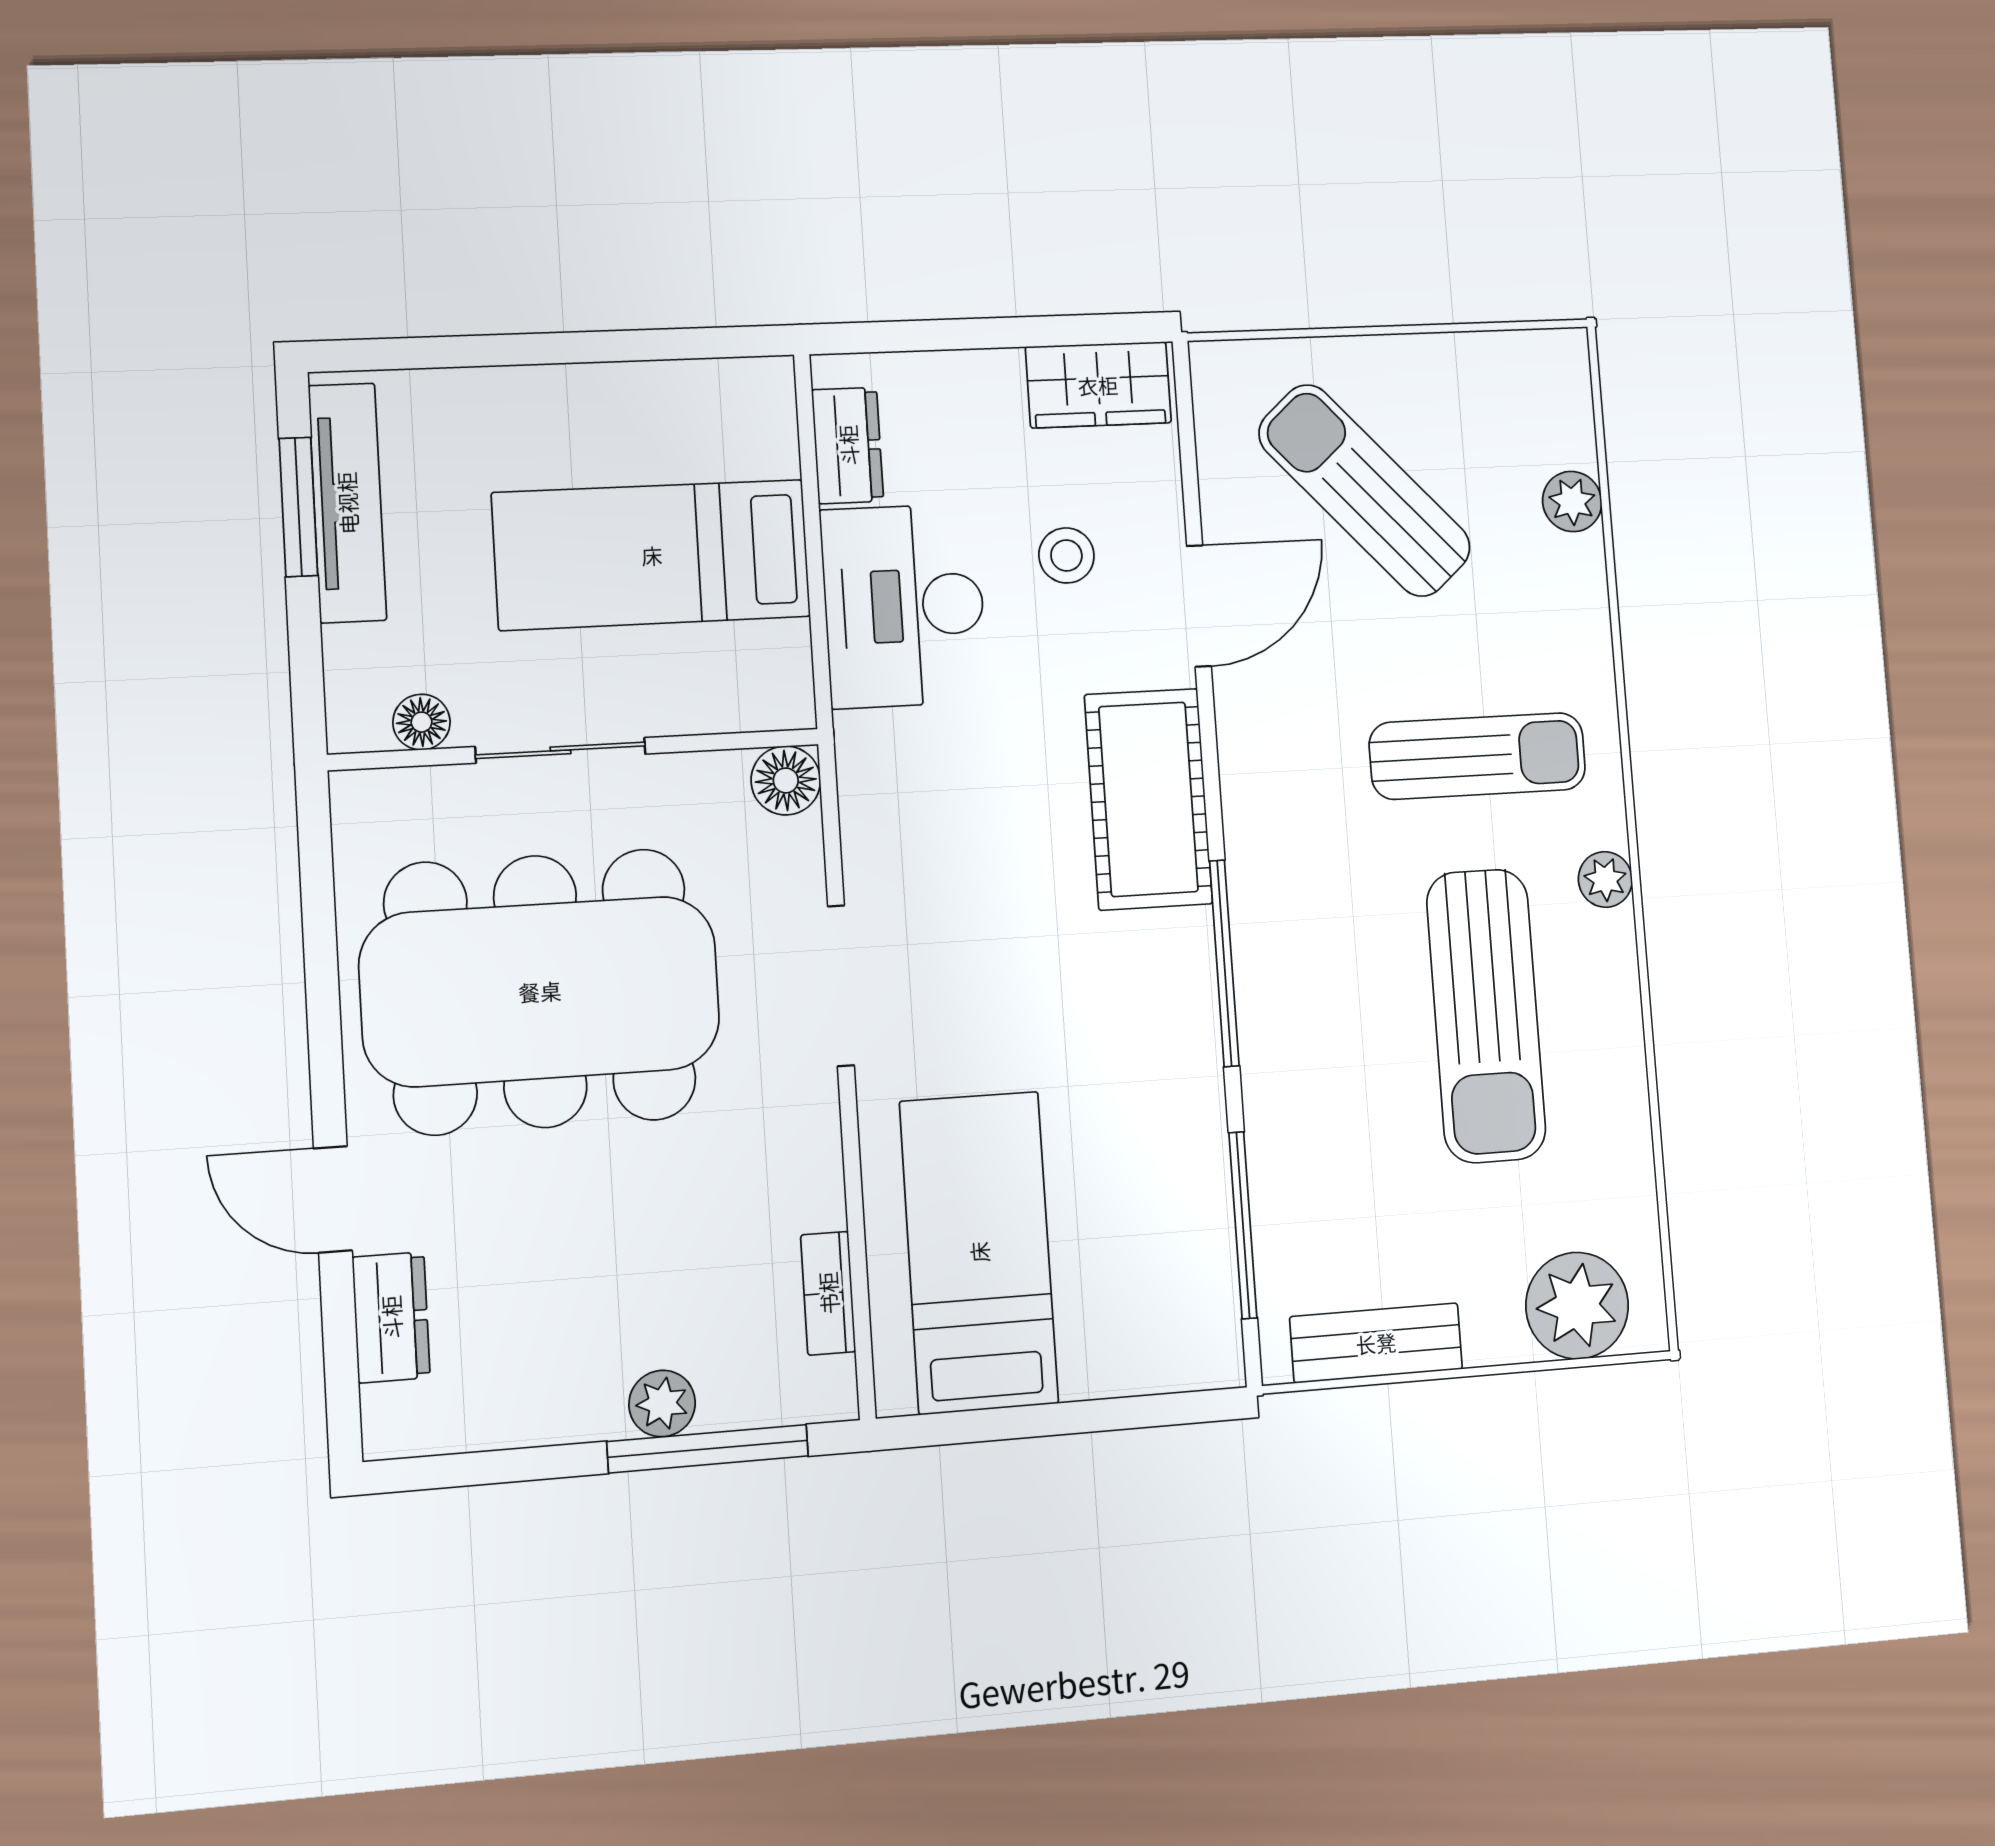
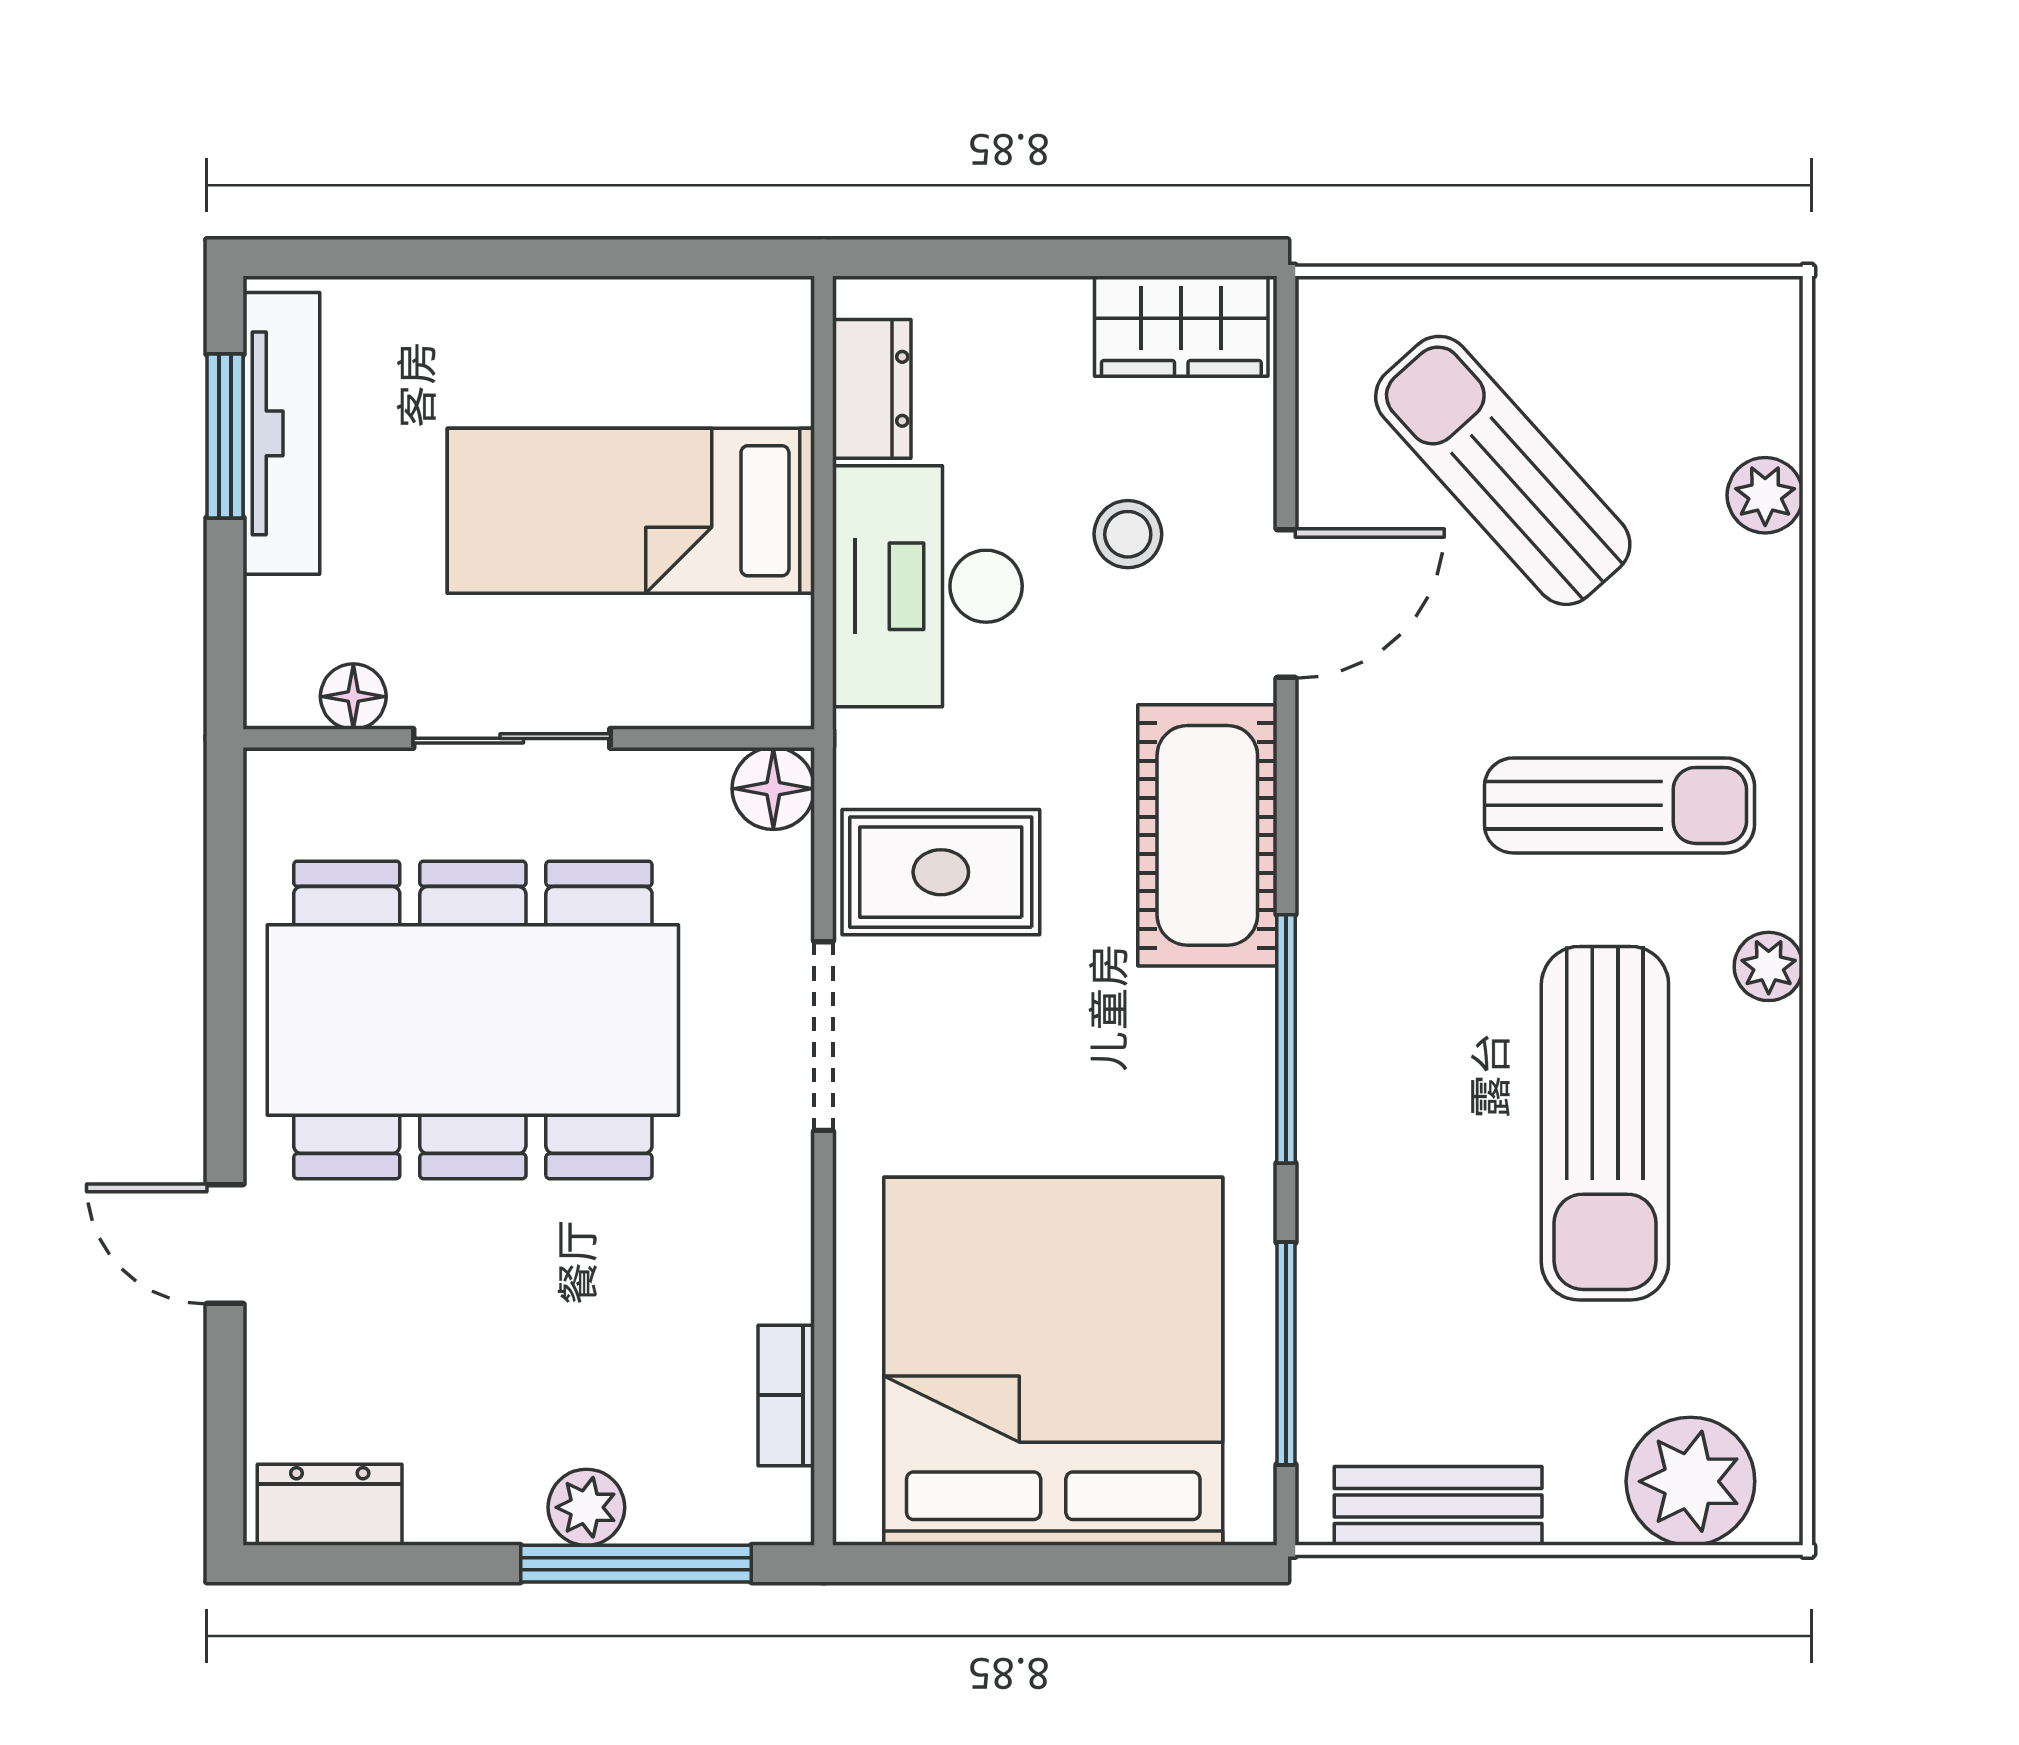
rug: (931, 842) -> (941, 872), added
bed: (979, 1252) -> (1053, 1361), width x2.04
dresser: (391, 1317) -> (330, 1505), moved, turned -90

